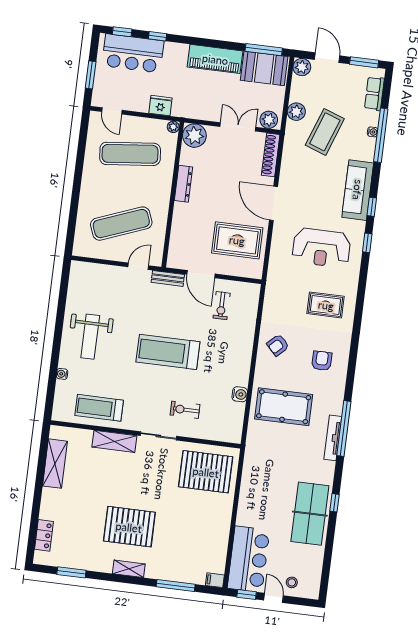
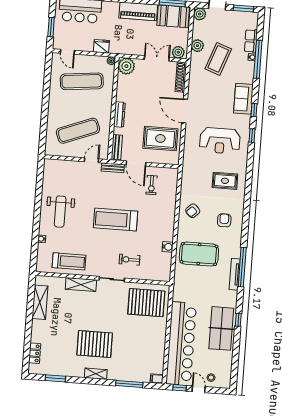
row of seats: (374, 94) -> (251, 41), moved
dresser: (183, 184) -> (119, 115), moved
sofa: (358, 190) -> (243, 99), width x0.73
bench: (175, 250) -> (117, 147), added
treadmill: (99, 408) -> (69, 261), turned 180
bar counter: (248, 559) -> (181, 344), width x1.86

